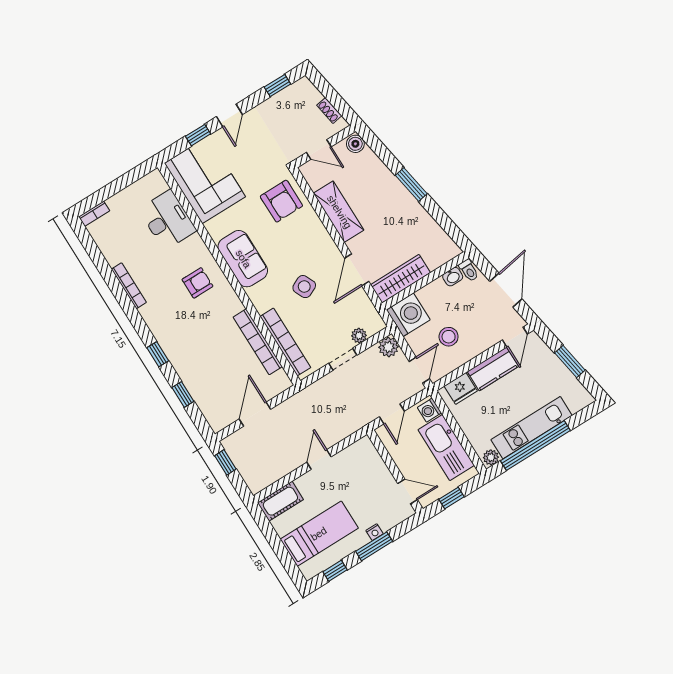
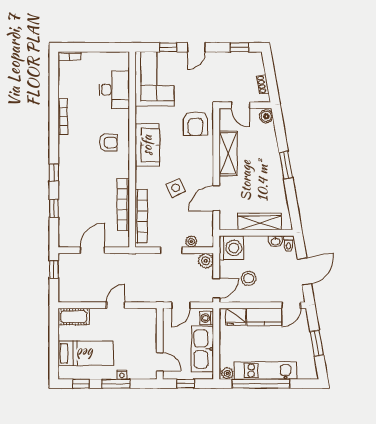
wardrobe: (400, 279) -> (260, 222), moved

